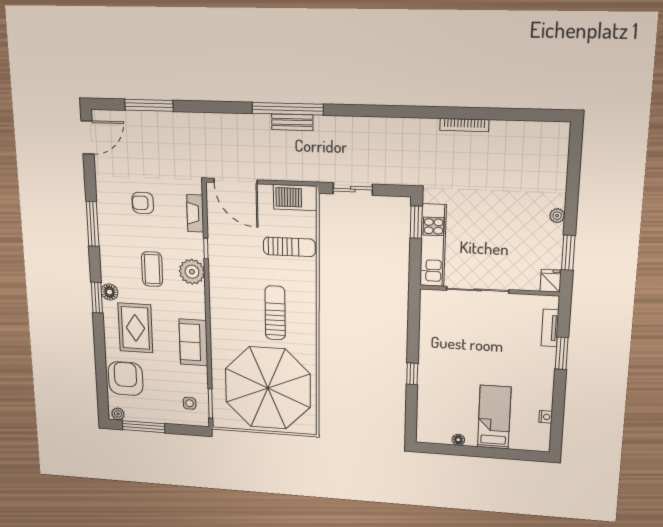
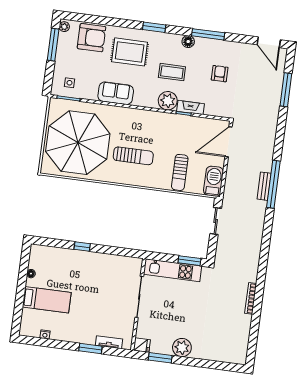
fireplace: (195, 213) -> (191, 107), moved
plant: (557, 216) -> (182, 348), width x1.88, depth x1.88
floor lamp: (110, 292) -> (188, 42), moved

